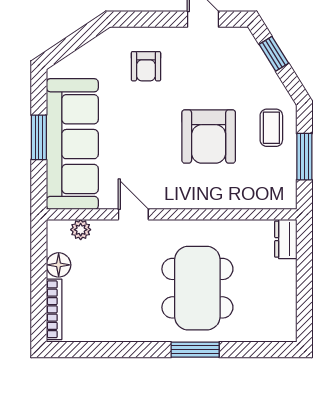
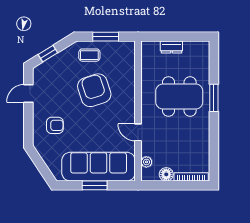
armchair: (209, 136) -> (94, 90), turned -108
door: (133, 214) -> (138, 132), hinge flipped
dresser: (286, 239) -> (171, 47), moved

